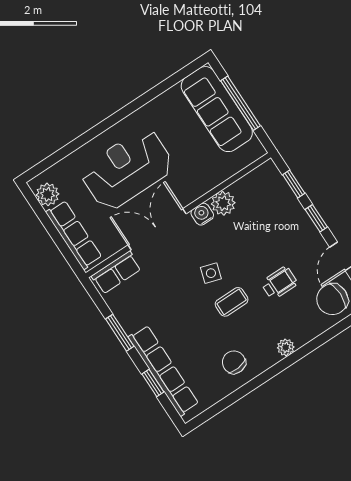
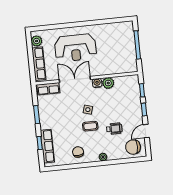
sofa: (217, 109) -> (126, 42), removed
reception desk: (127, 169) -> (75, 48), turned 180
row of seats: (163, 371) -> (47, 146), width x0.73

